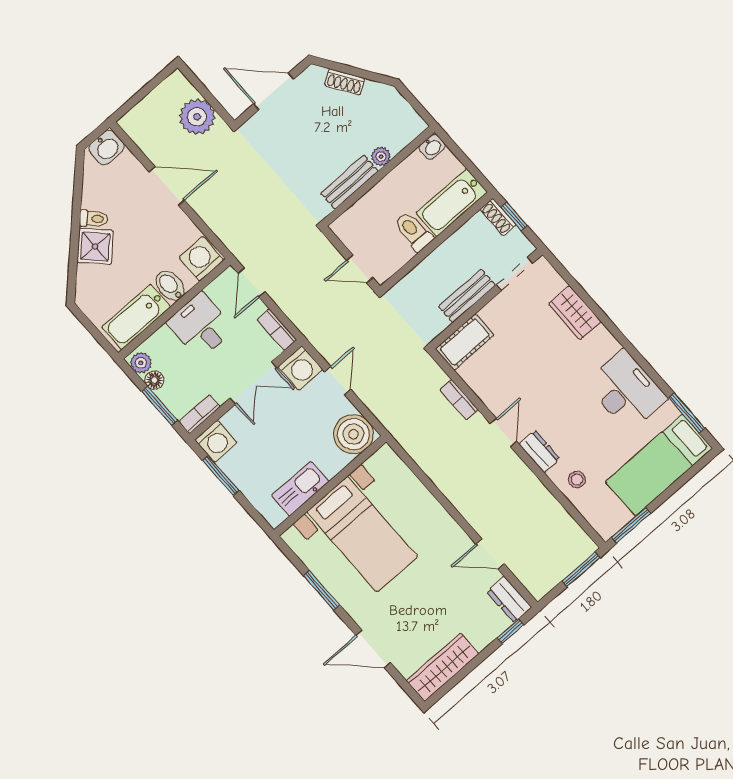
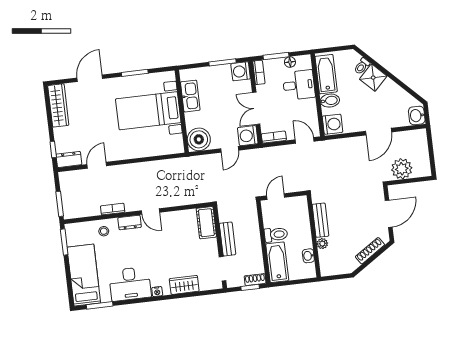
shoe rack: (345, 82) -> (370, 251), width x1.43
washbasin: (432, 147) -> (308, 256), moved
toilet: (93, 219) -> (362, 66), moved
desk: (200, 326) -> (299, 85), moved
nightstand: (611, 345) -> (157, 292), added
plant: (141, 363) -> (303, 61), removed
door: (338, 381) -> (230, 149), hinge flipped
bookcase: (459, 400) -> (113, 209), moved

